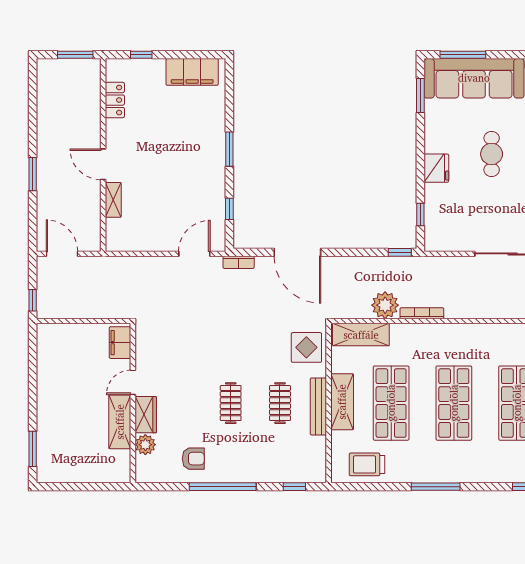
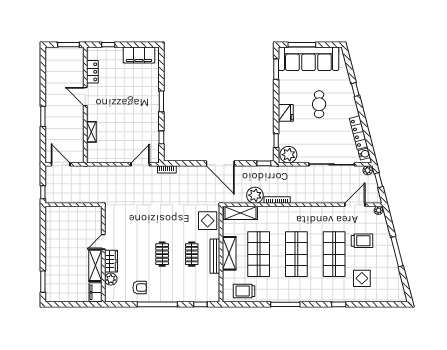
door: (103, 164) -> (85, 97), moved
plant: (441, 238) -> (288, 155), added
door: (297, 252) -> (220, 163), moved
filing cabinet: (120, 343) -> (96, 292), moved

